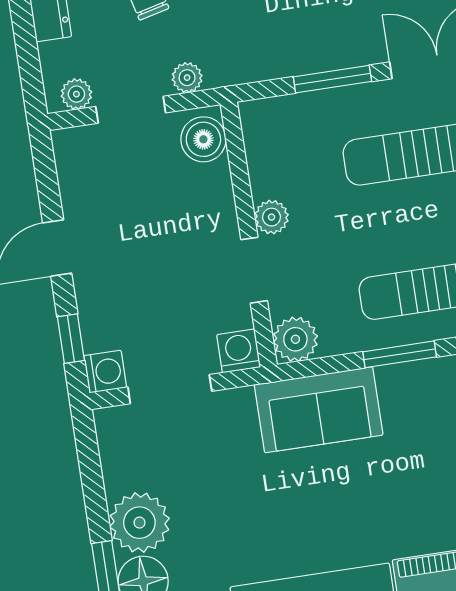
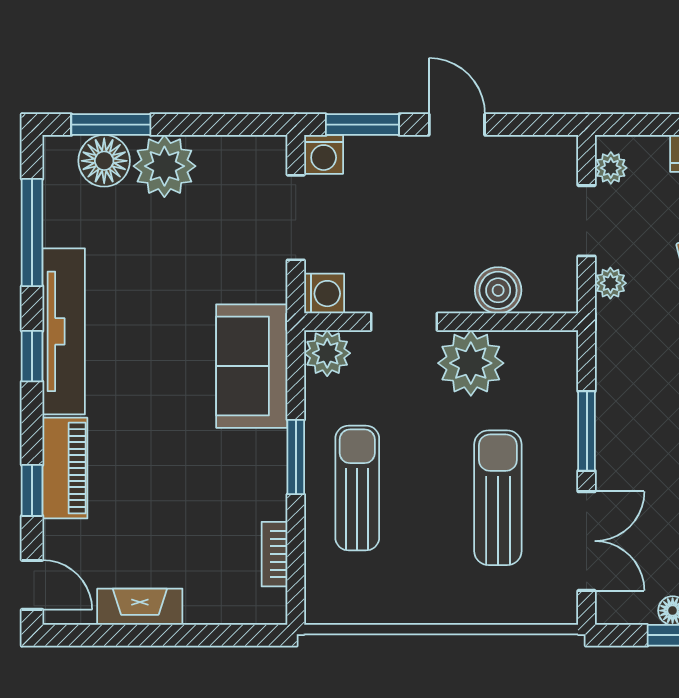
boiler: (203, 139) -> (498, 290), moved
plant: (271, 217) -> (471, 363), width x1.87, depth x1.87
window: (71, 339) -> (362, 125), width x1.50

